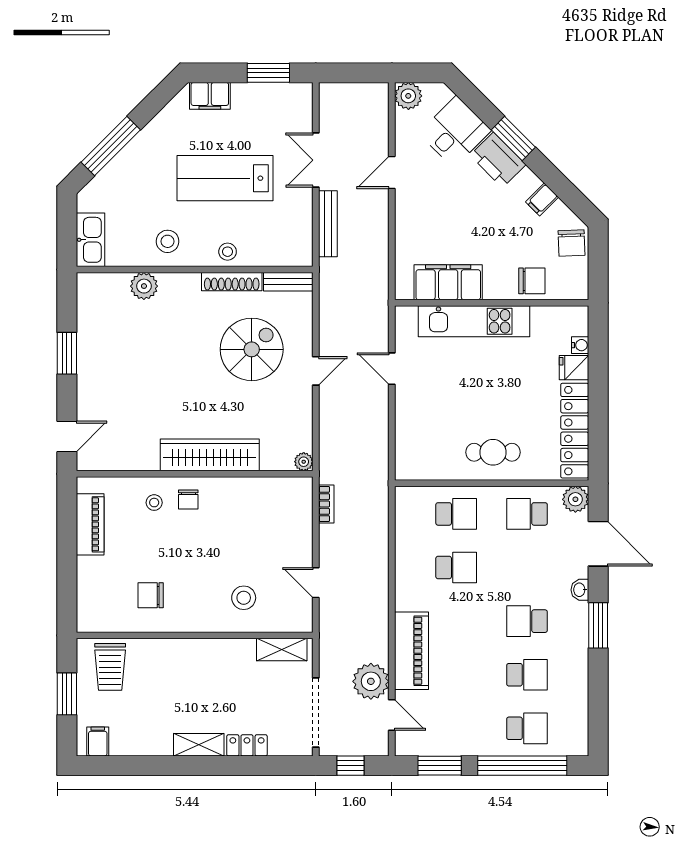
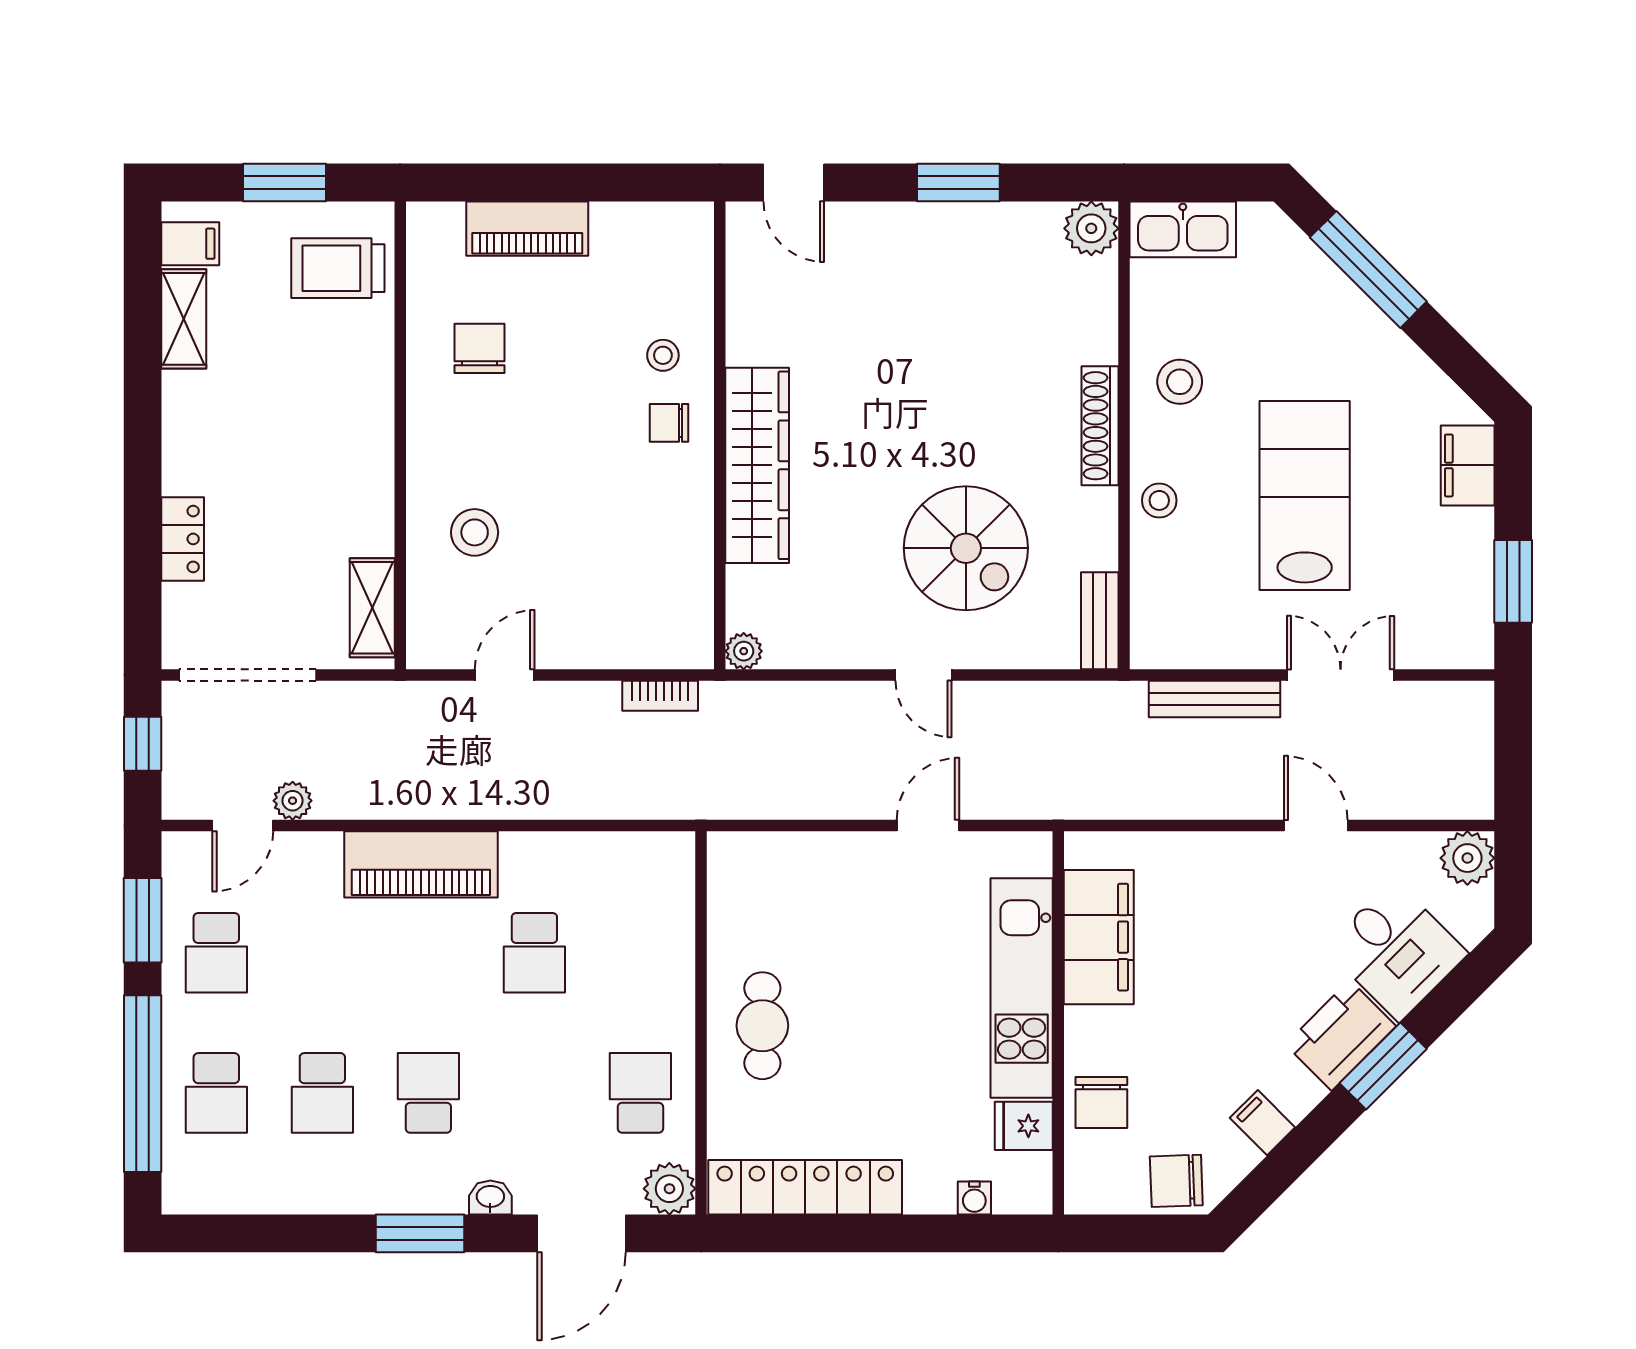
shoe rack: (232, 282) -> (1100, 426), moved
plant: (144, 286) -> (1091, 228), moved
fridge: (574, 368) -> (1024, 1126), moved, turned -90
school desk: (456, 514) -> (216, 953), moved
piano: (90, 524) -> (527, 229), moved
piano: (411, 651) -> (421, 864), moved
plant: (371, 681) -> (293, 801), width x0.53, depth x0.53
shelving: (199, 745) -> (184, 319), moved

